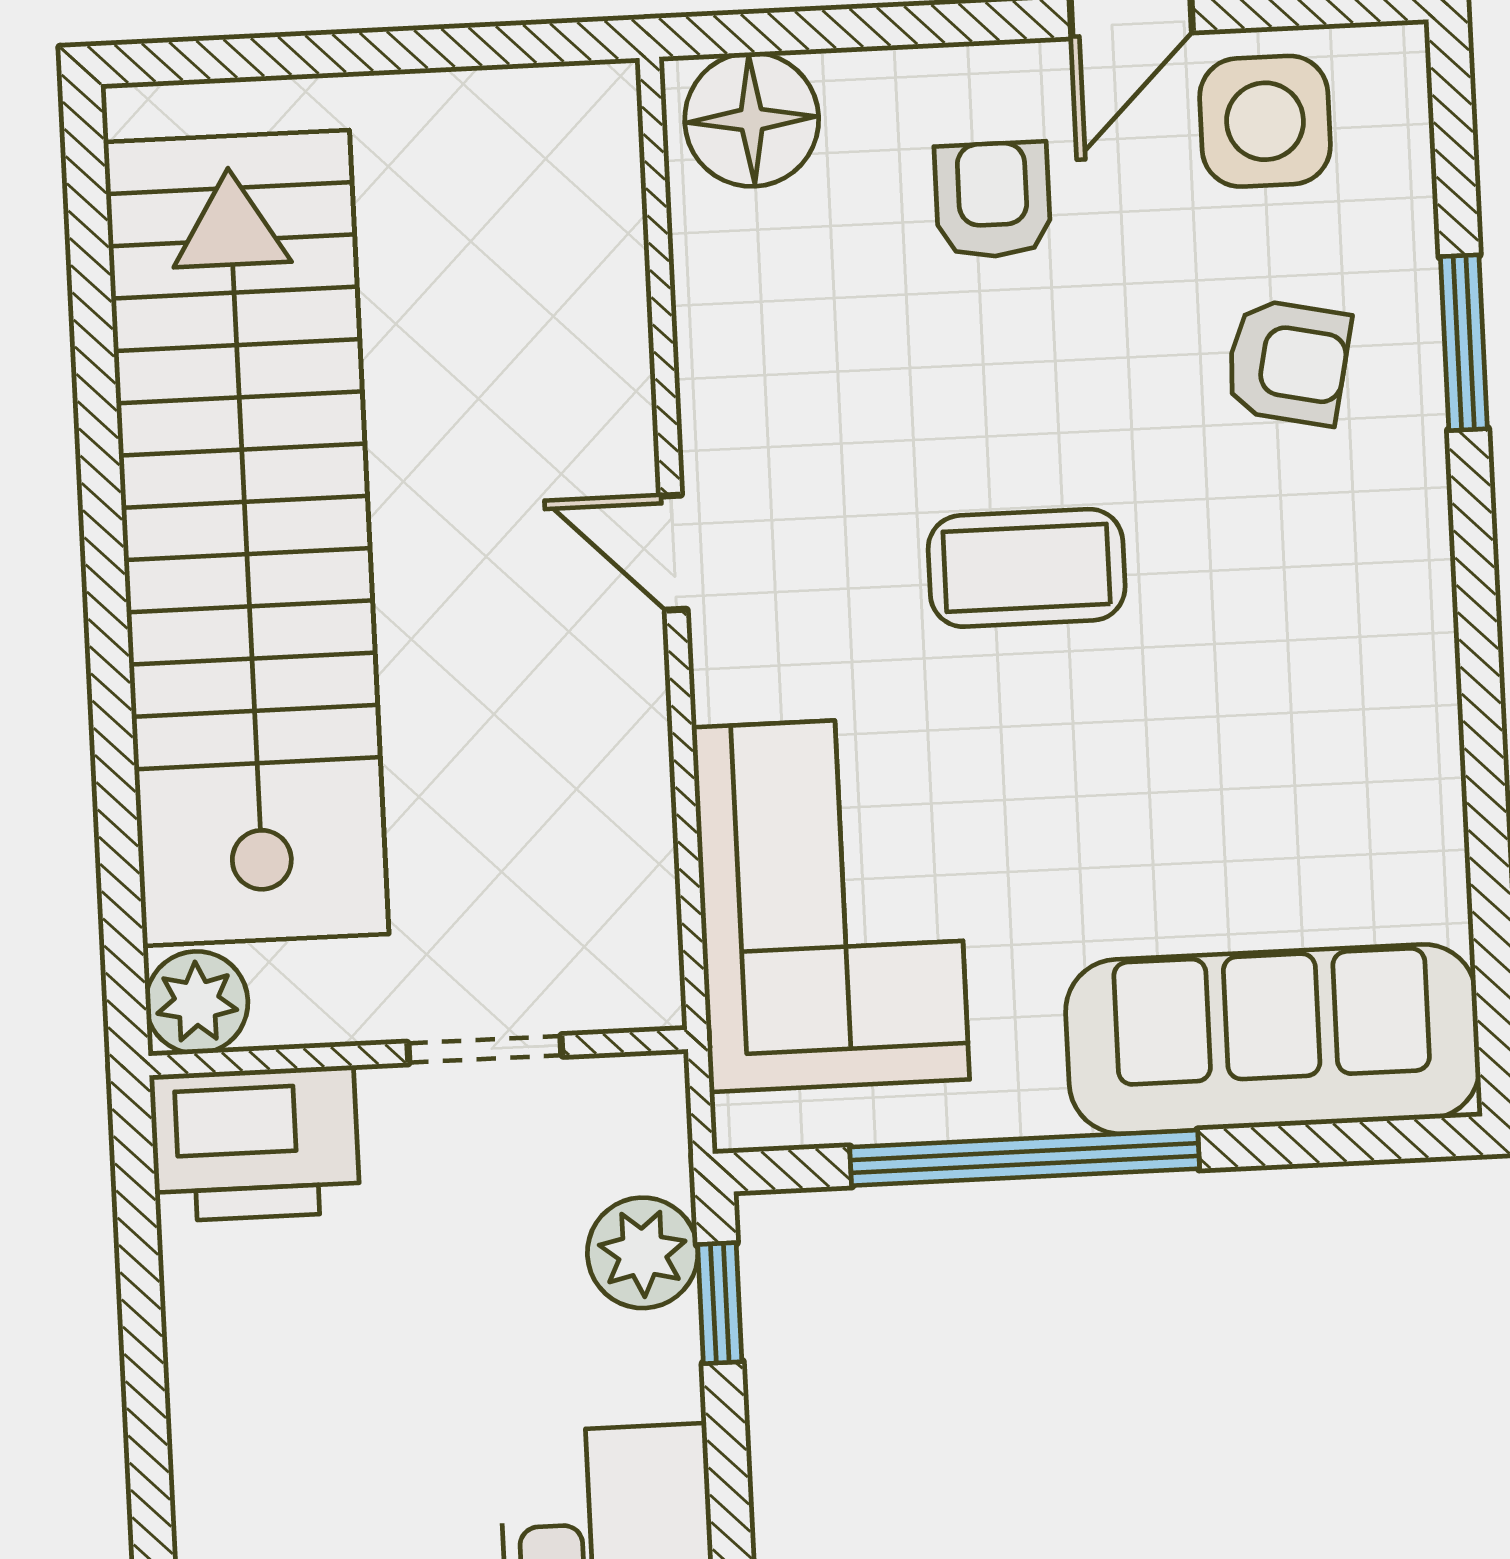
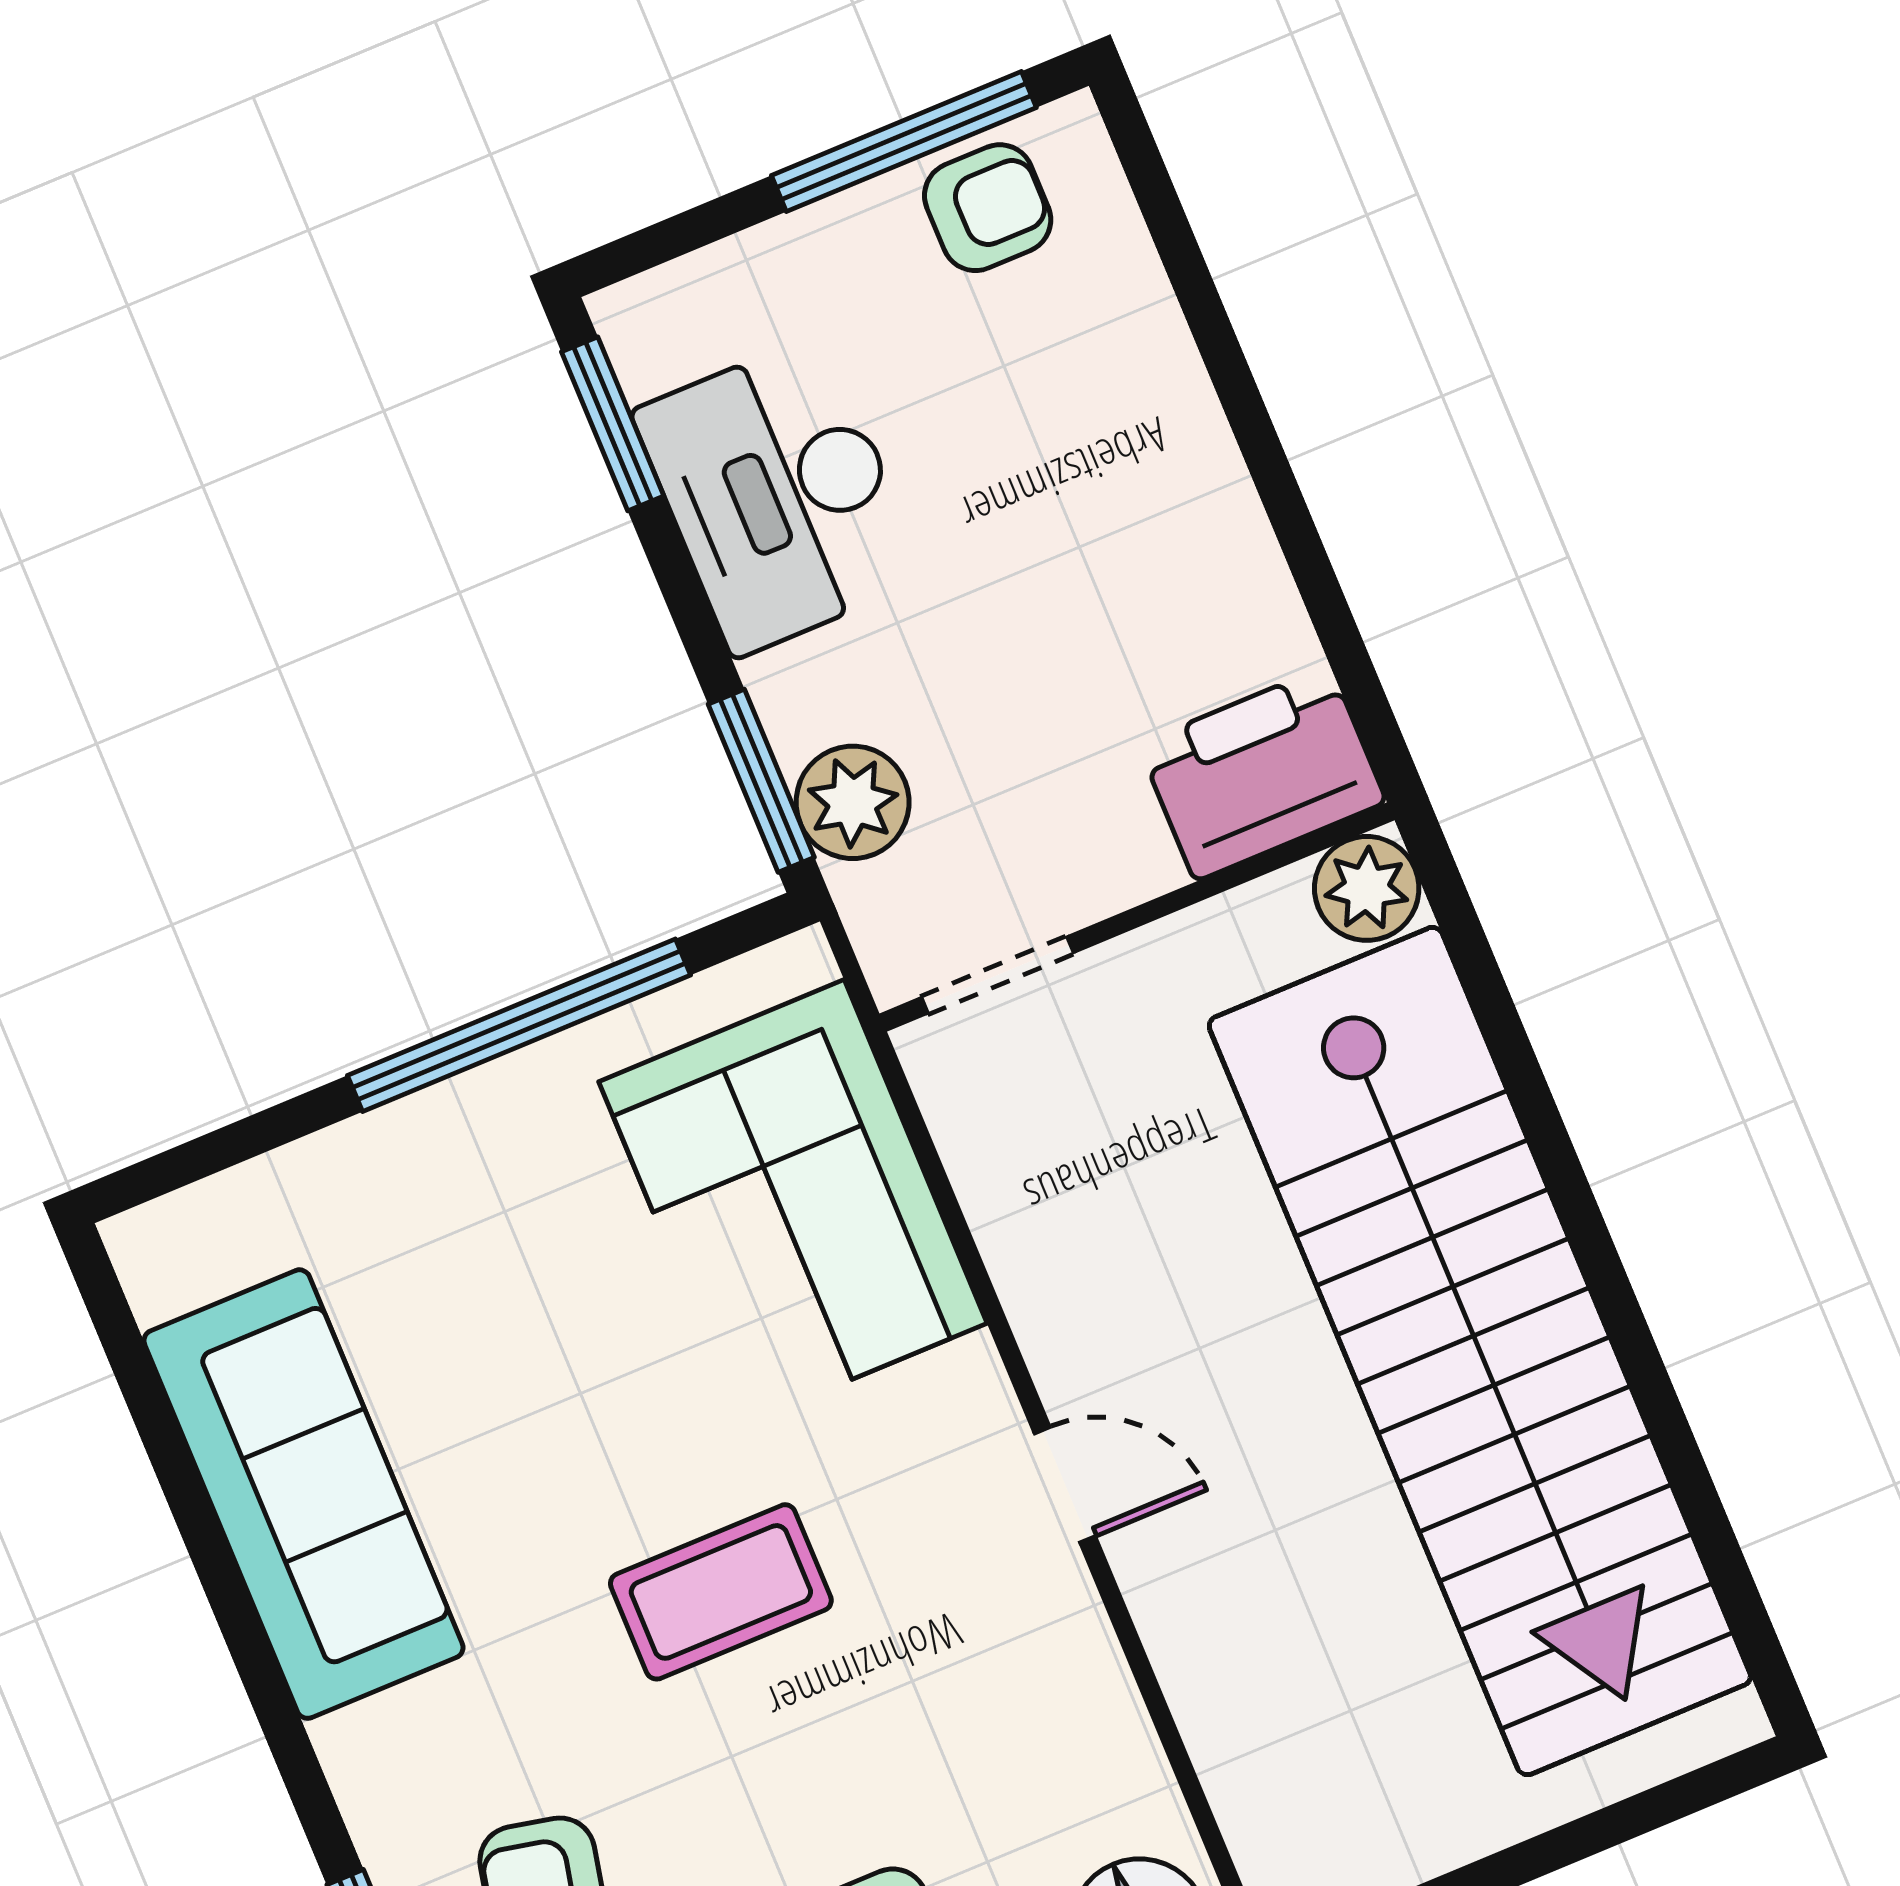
sofa: (1273, 1039) -> (304, 1494), moved, turned -90
doorway: (485, 1049) -> (997, 975), moved
window: (720, 1303) -> (761, 781), width x1.50

